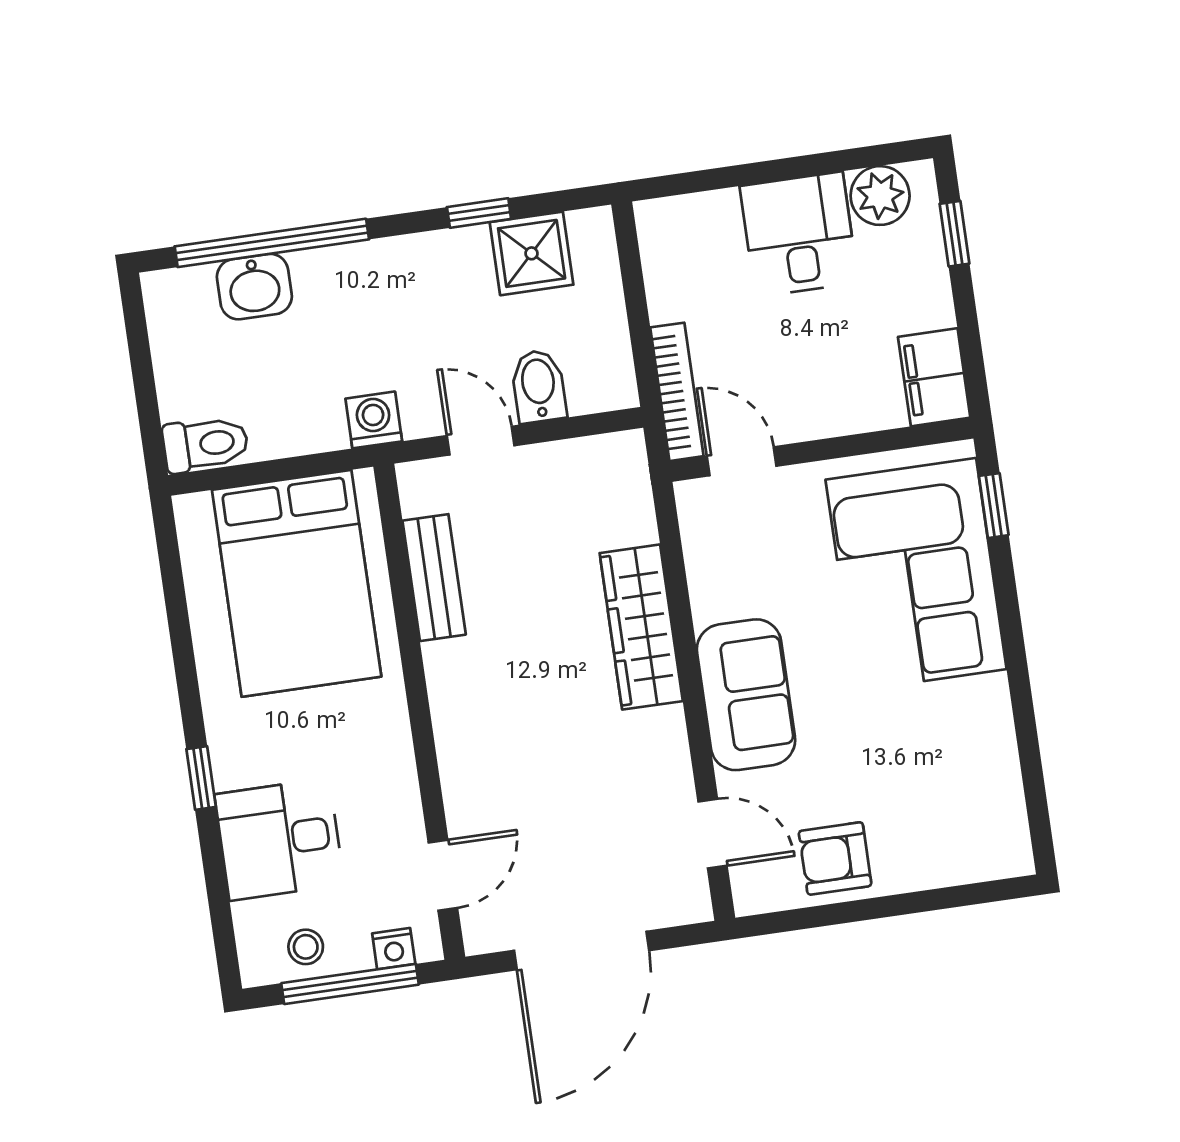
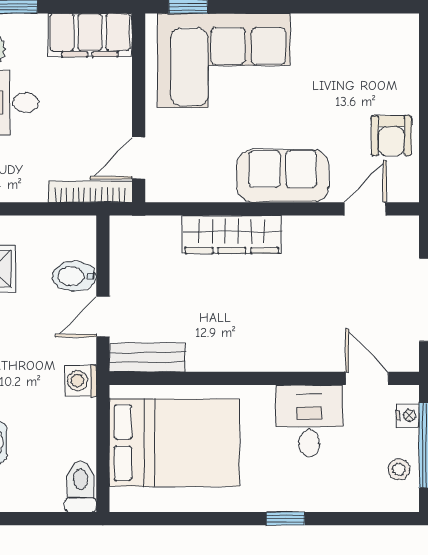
filing cabinet: (934, 377) -> (90, 35), width x1.50, depth x1.17
bench: (434, 578) -> (147, 357), moved
desk: (279, 839) -> (309, 421), moved, turned 180

